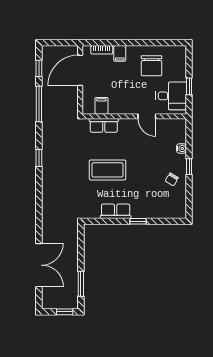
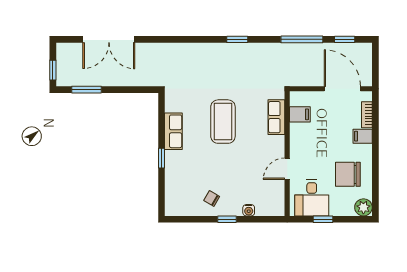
plant: (179, 53) -> (363, 207), added

